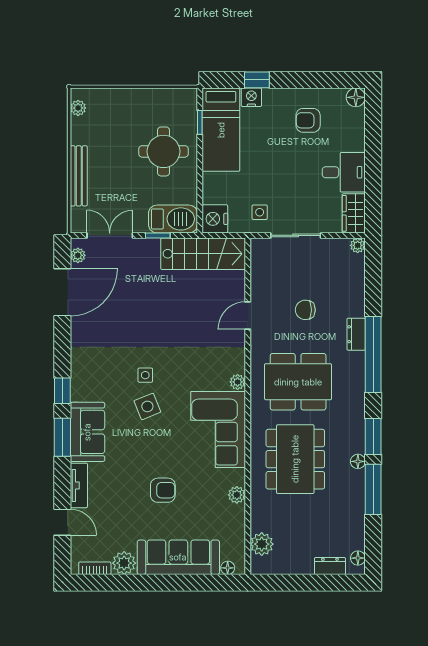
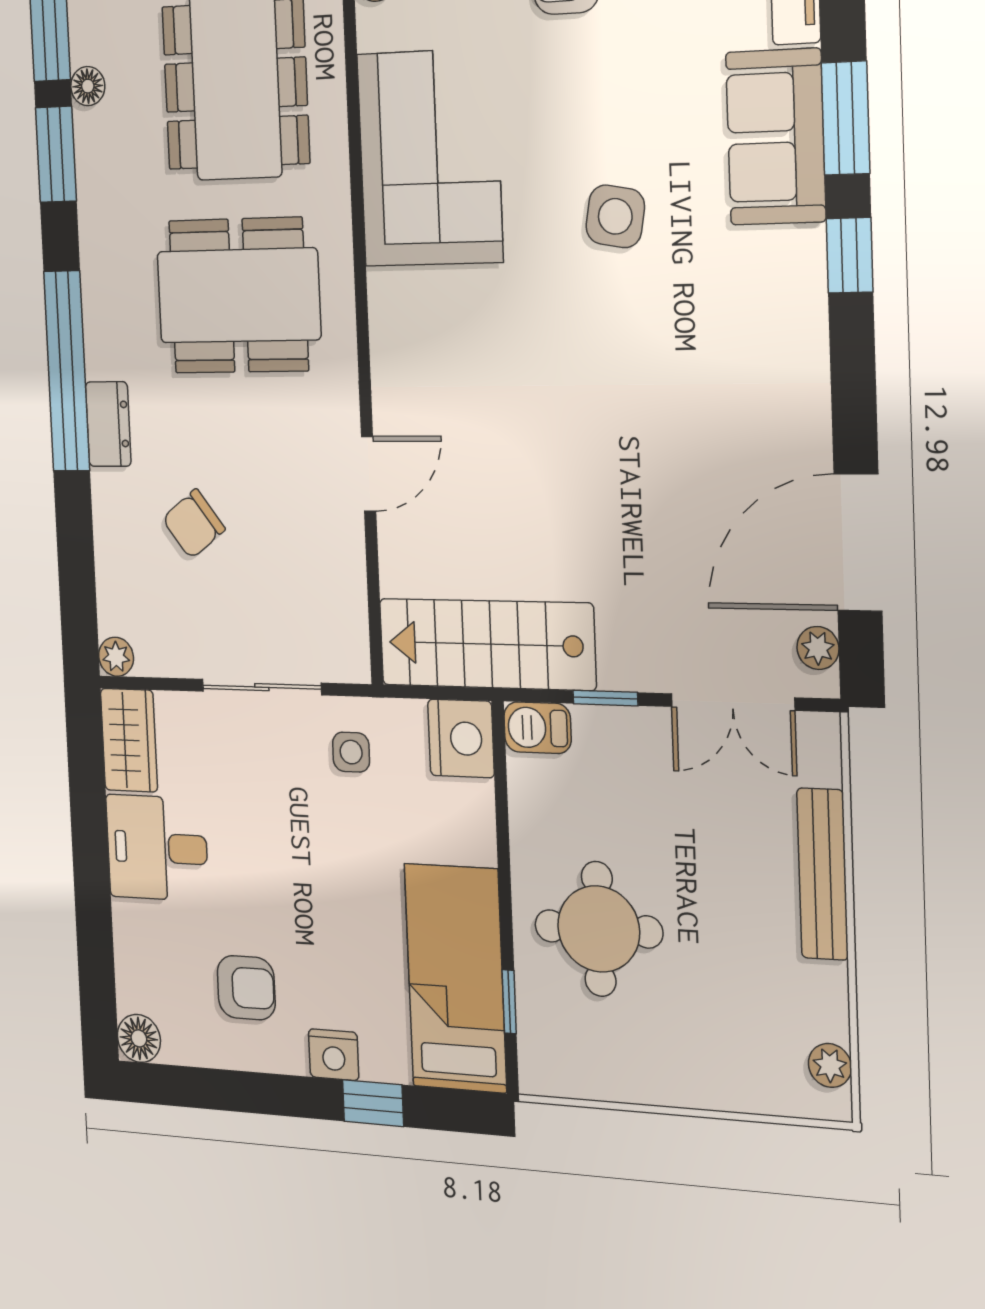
nightstand: (251, 97) -> (334, 1055), moved
barbecue: (173, 219) -> (538, 728), width x0.53, depth x0.65
chair: (305, 310) -> (194, 524), moved, turned 143
side table: (145, 375) -> (624, 306), removed
plant: (238, 382) -> (386, 291), removed
side table: (147, 406) -> (615, 216), turned 32

